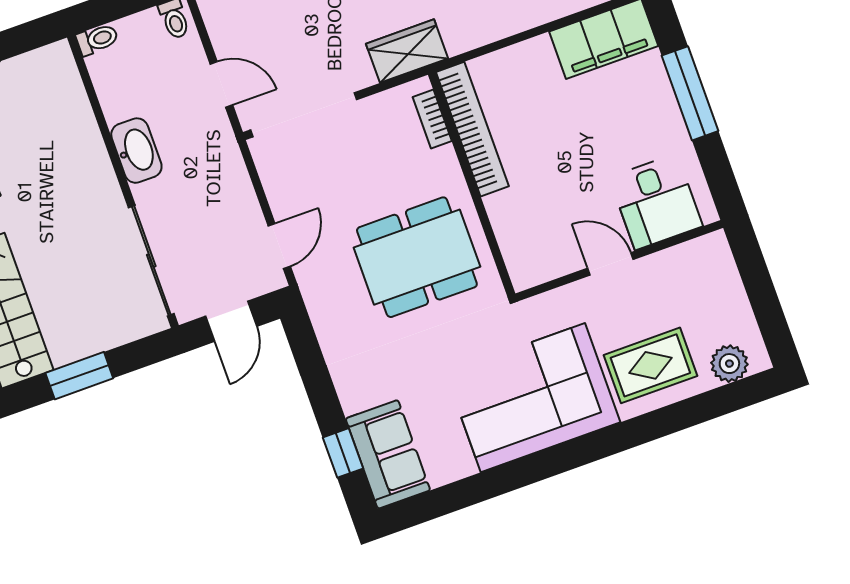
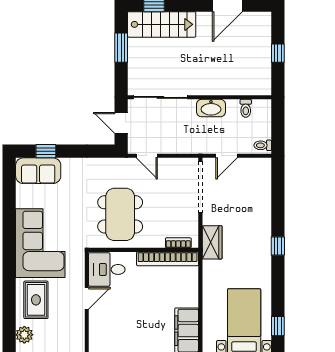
toilet: (97, 39) -> (246, 108), moved
desk: (656, 202) -> (107, 269), moved

